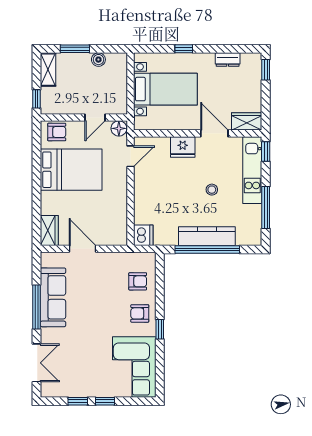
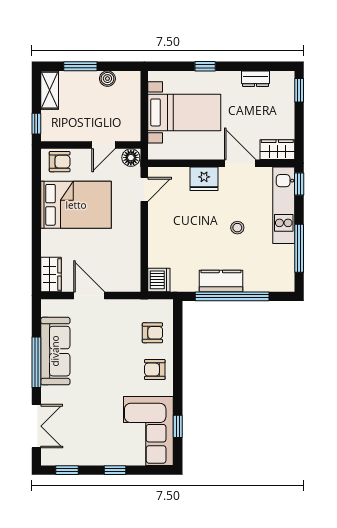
kitchen counter: (207, 236) -> (221, 281), width x0.67
window: (160, 329) -> (178, 426), moved
window: (78, 401) -> (67, 470), moved

